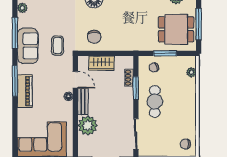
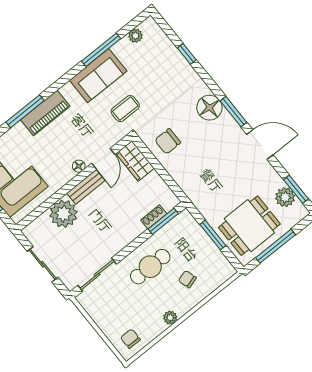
dining table: (176, 29) -> (249, 226), turned 90
wardrobe: (101, 63) -> (135, 161), moved
chair: (154, 67) -> (187, 279), moved
plant: (191, 72) -> (170, 318), moved
window: (15, 81) -> (25, 111), moved
window: (136, 88) -> (163, 221), moved

